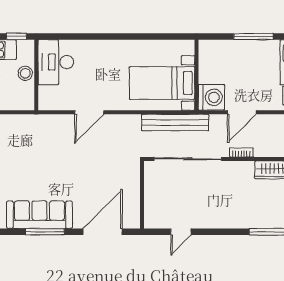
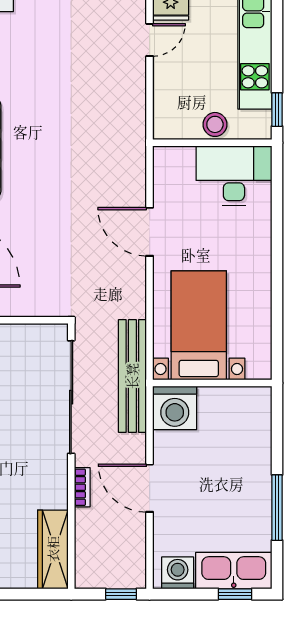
wall: (196, 75) -> (212, 383), moved
bed with nightstands: (162, 83) -> (199, 325), moved
washing machine: (211, 97) -> (175, 408), moved

